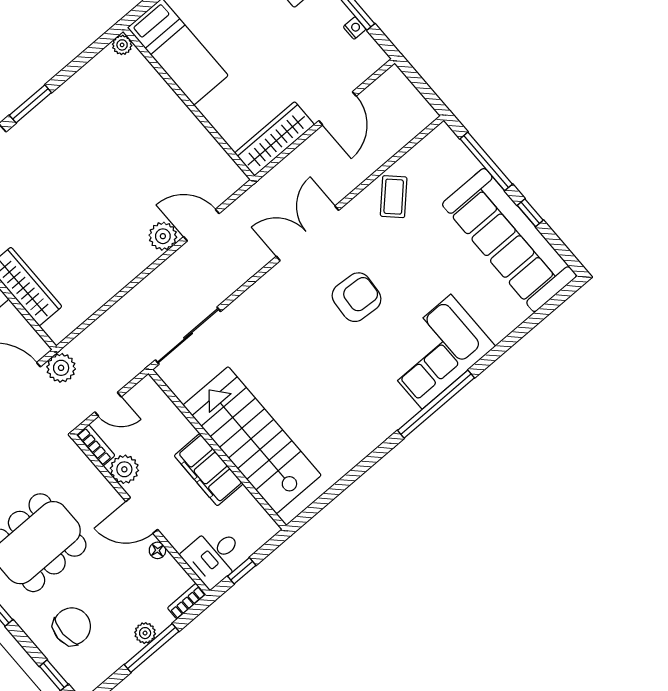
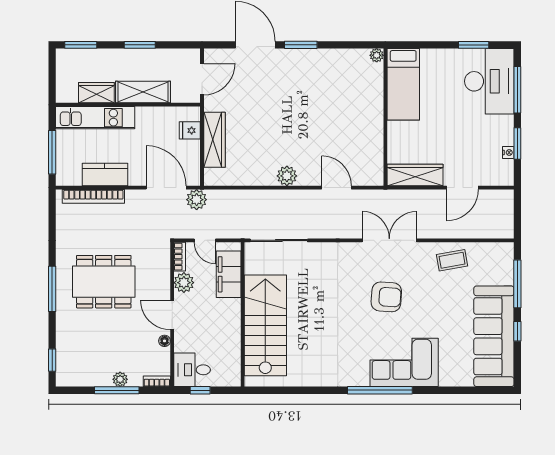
coffee table: (394, 197) -> (452, 260), turned 36
plant: (163, 236) -> (287, 176), moved
filing cabinet: (209, 470) -> (229, 274), moved
chair: (72, 626) -> (84, 342), removed

